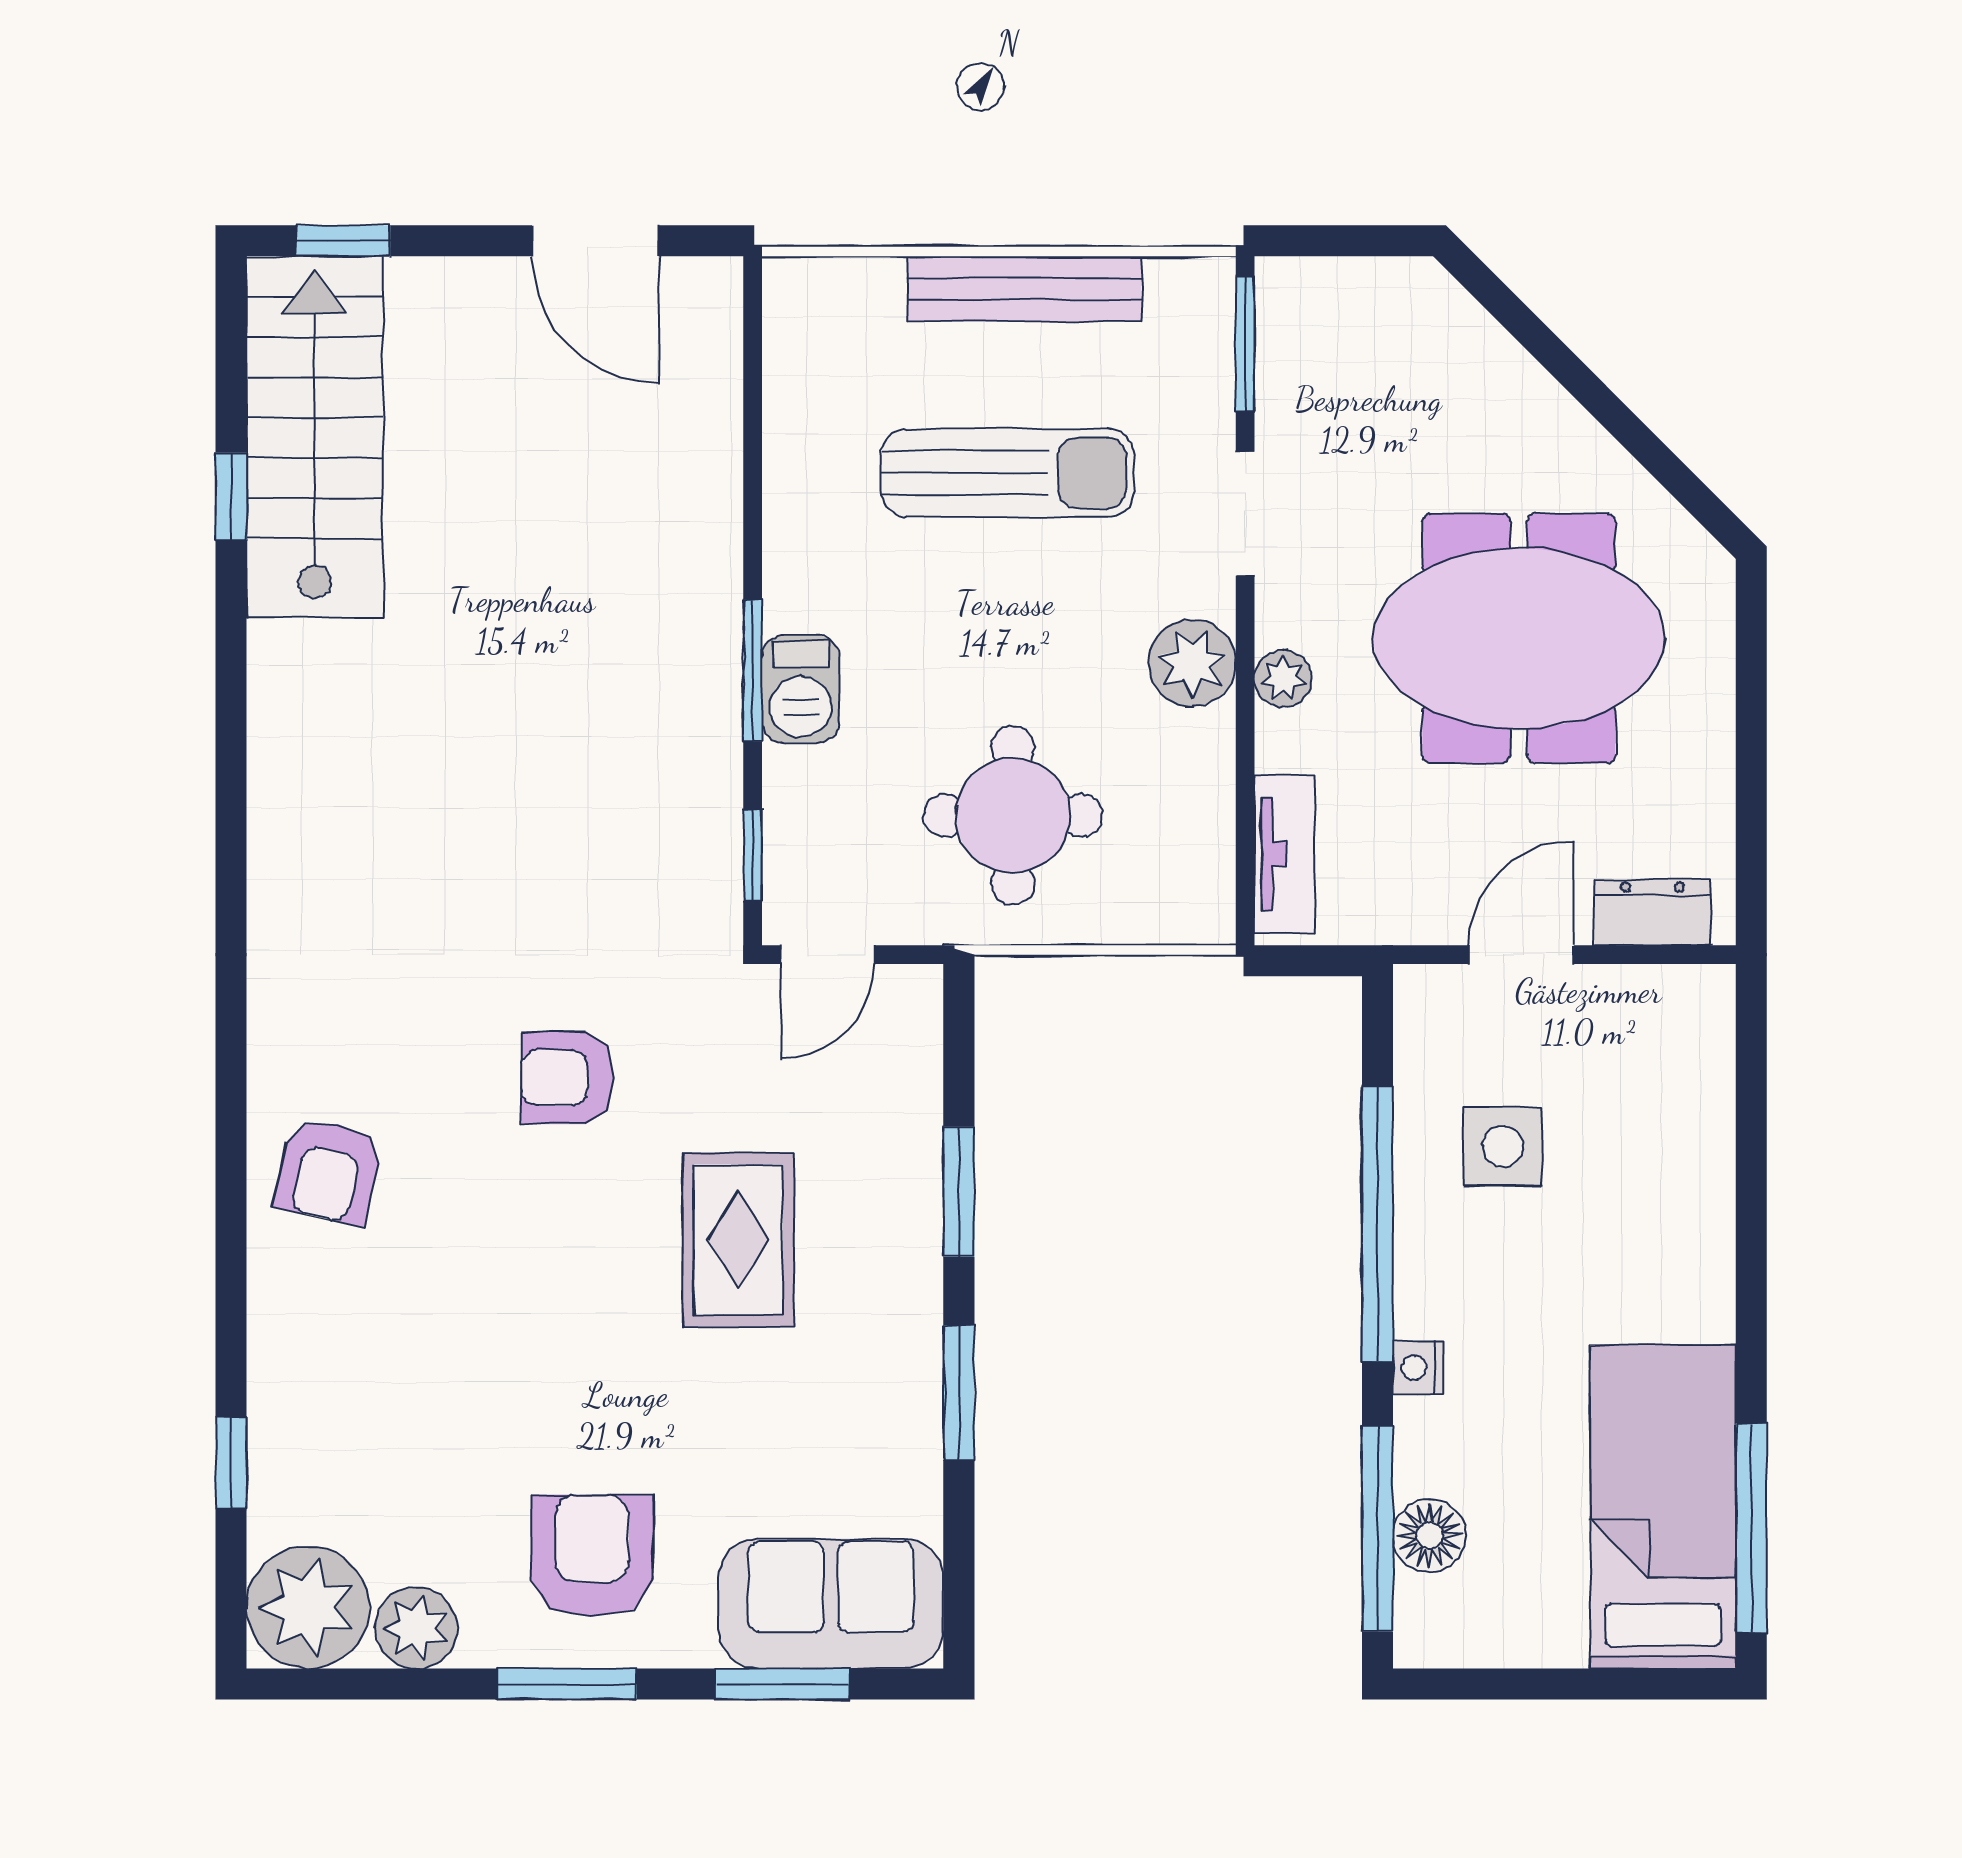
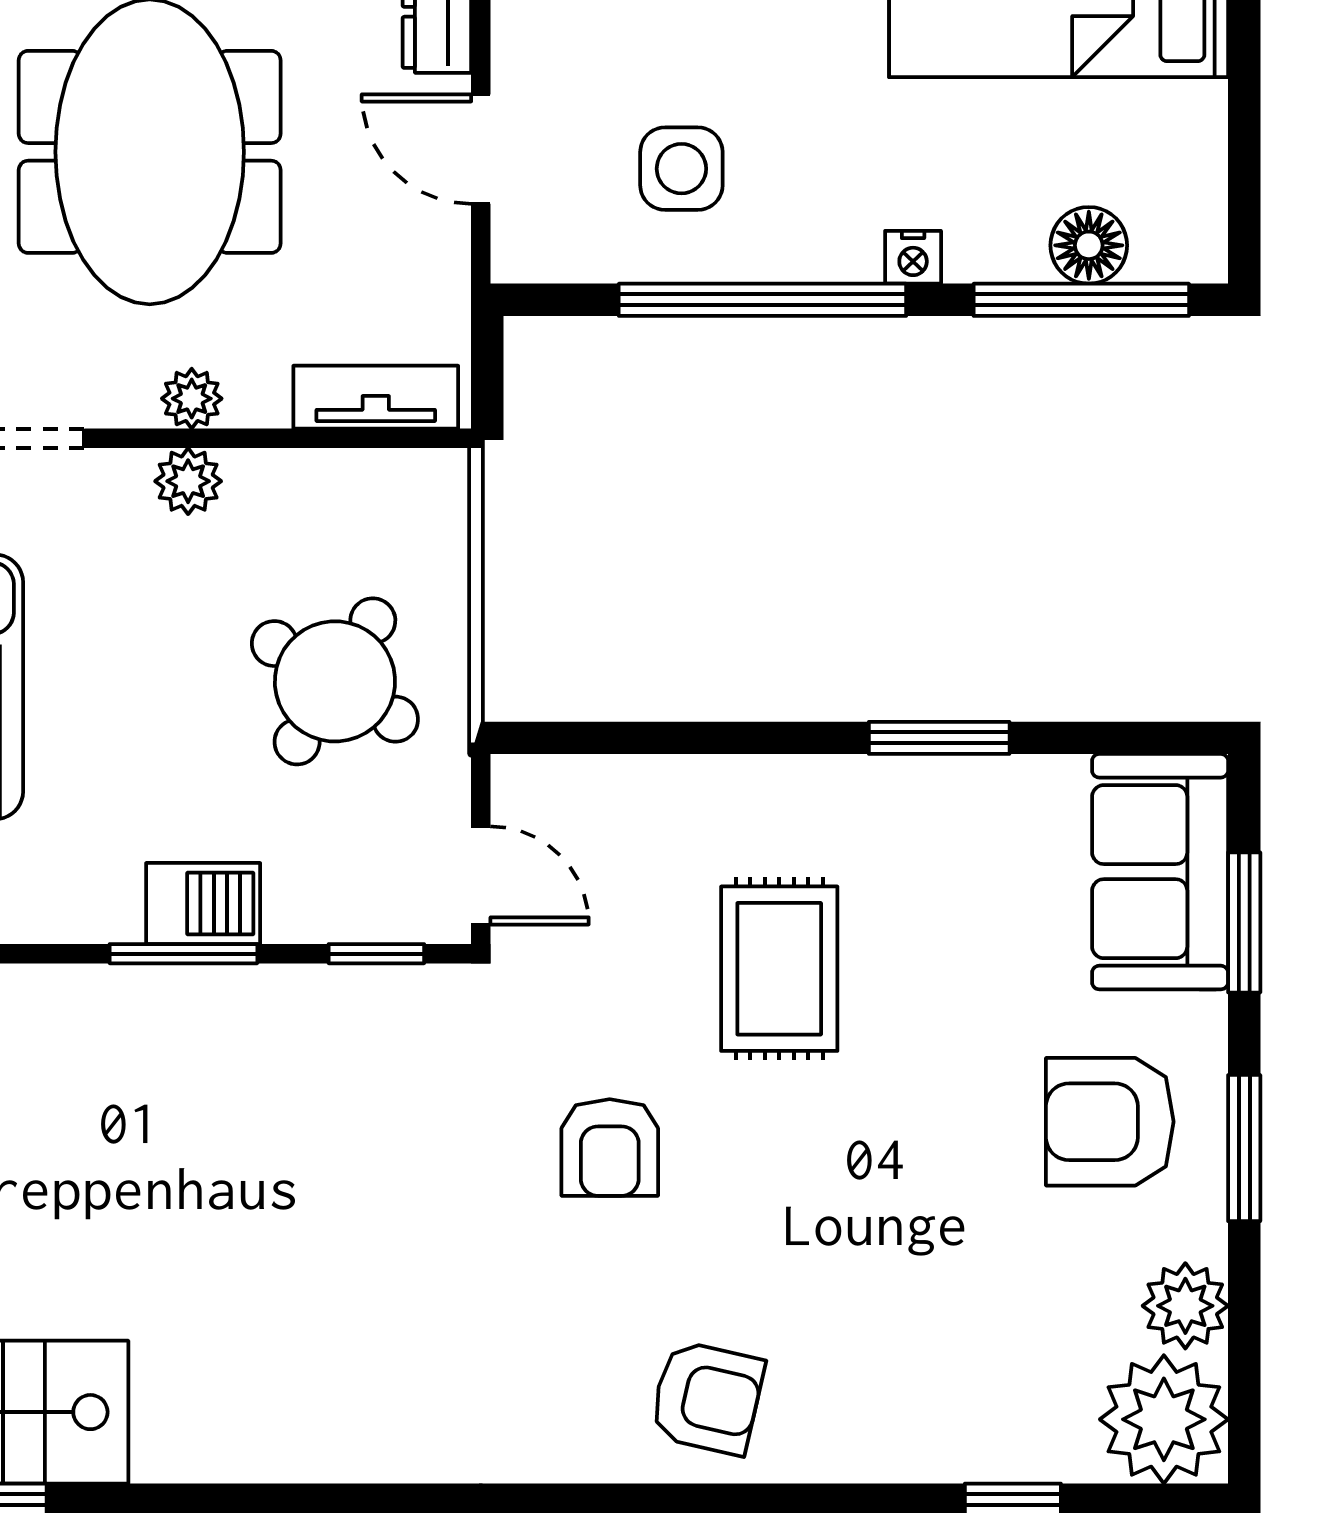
plant: (1192, 663) -> (188, 481), width x0.73, depth x0.73
round table: (1013, 815) -> (335, 681), turned 32
window: (959, 1192) -> (729, 738), removed
rug: (738, 1240) -> (779, 969), turned 90

